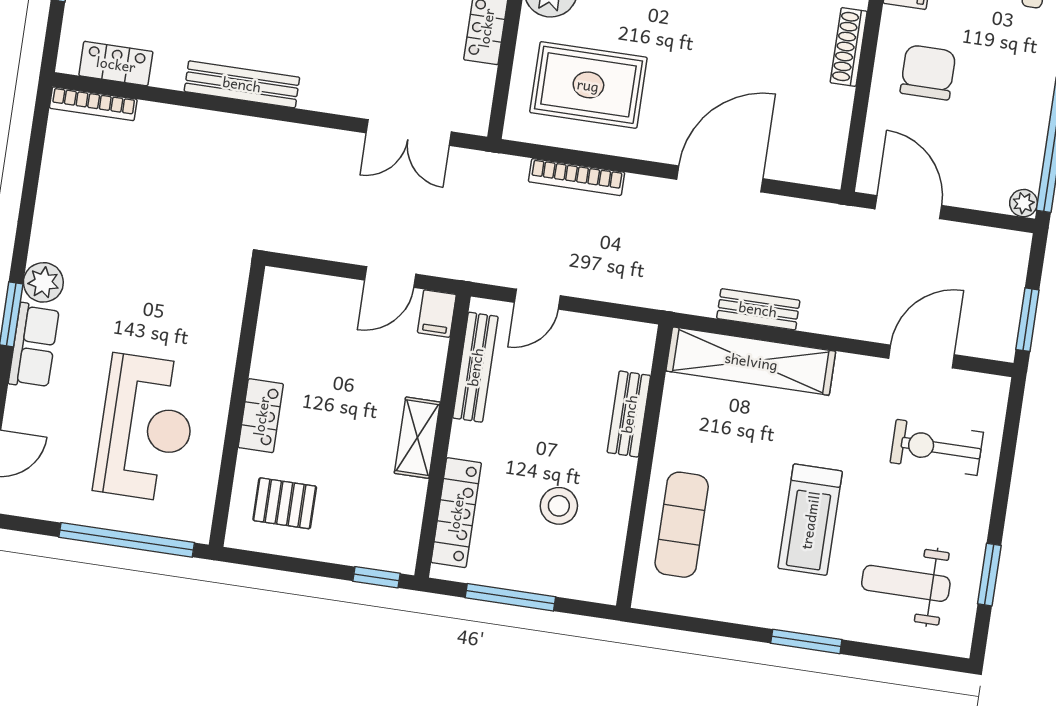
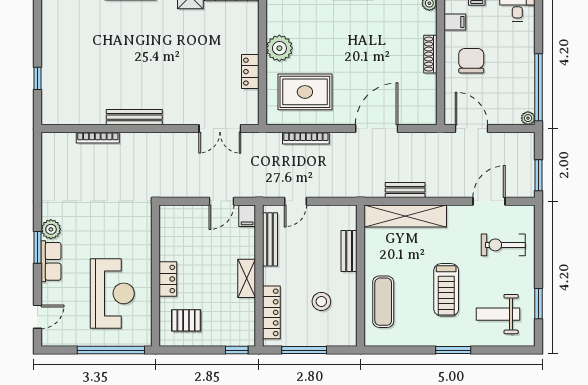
locker: (116, 64) -> (71, 116), removed
bookcase: (93, 104) -> (98, 138), moved

